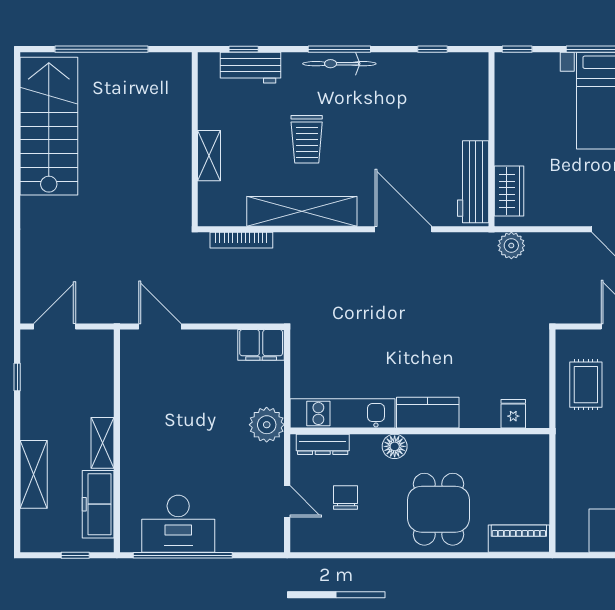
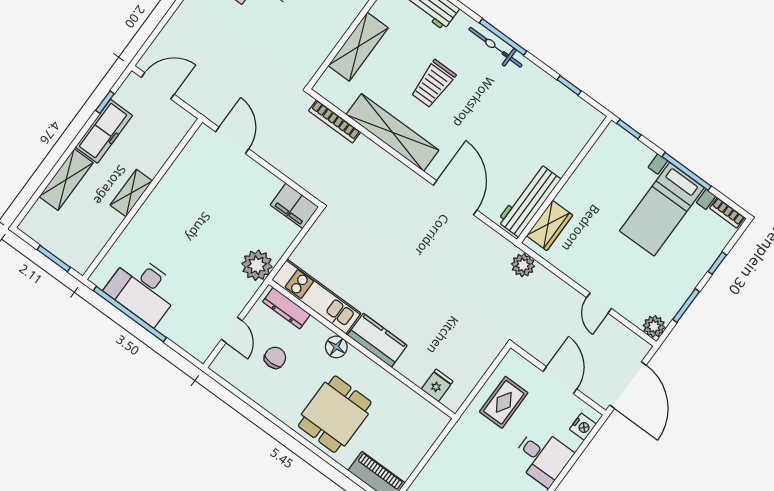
shelving: (209, 156) -> (358, 47), width x1.50, depth x1.33
freezer: (98, 504) -> (104, 131), moved, turned 180
window: (75, 555) -> (54, 258), width x1.50

